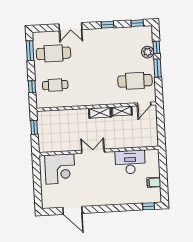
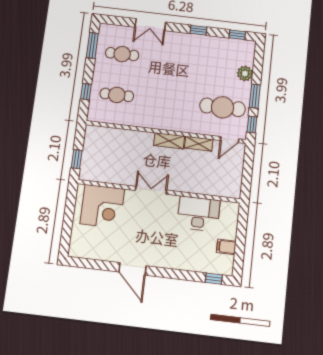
window: (156, 47) -> (252, 125), moved
cafe table: (53, 53) -> (122, 54), width x0.73, depth x0.74
window: (34, 127) -> (77, 159), moved
door: (73, 210) -> (132, 269), moved

